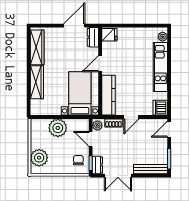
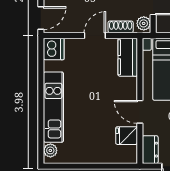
fridge: (109, 35) -> (127, 136), moved
door: (100, 64) -> (140, 112), swing flipped
kitchen counter: (109, 95) -> (128, 57), width x0.67

